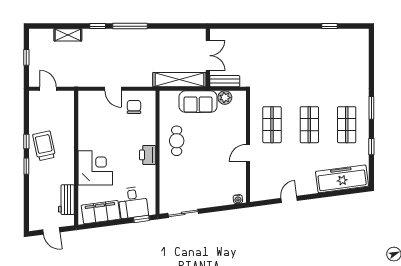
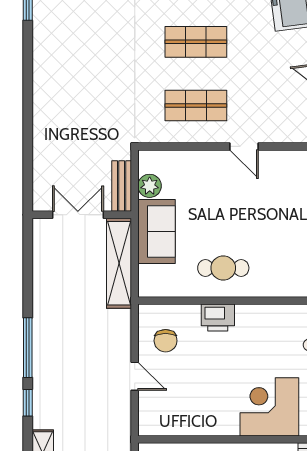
door: (113, 89) -> (135, 376), hinge flipped
chair: (134, 107) -> (166, 341), turned -90
printer: (148, 155) -> (218, 318), moved

